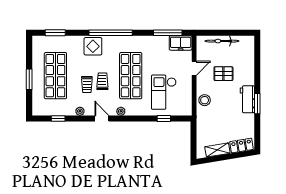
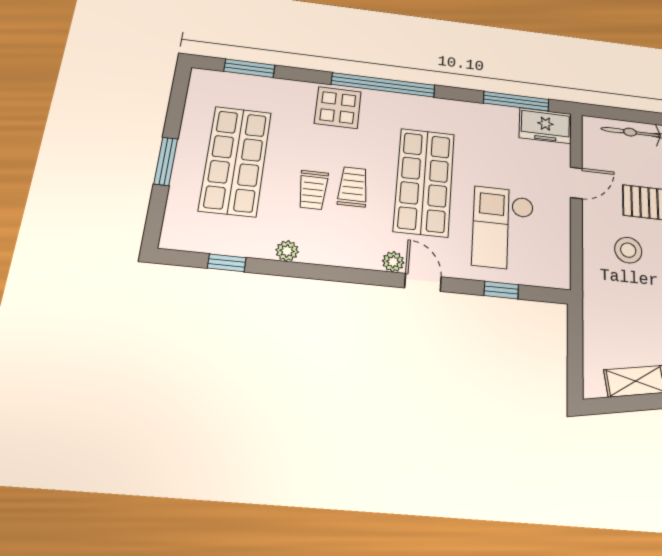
stool: (205, 100) -> (628, 250), moved
door: (102, 118) -> (423, 282), moved

